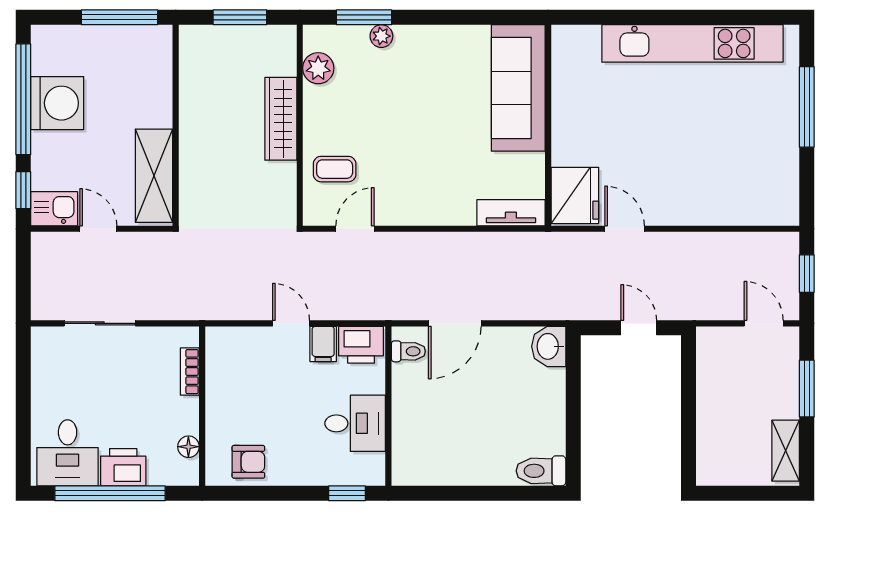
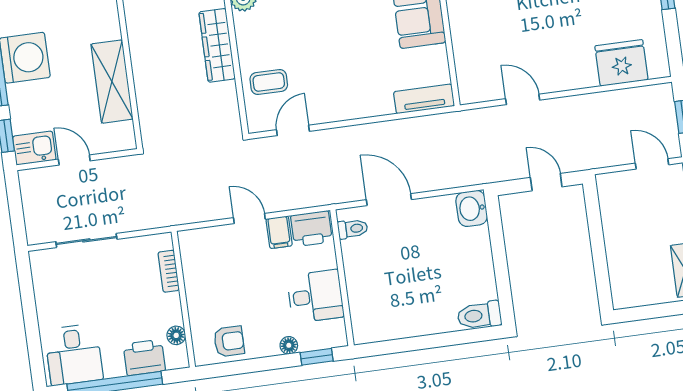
shelving: (154, 176) -> (112, 82), moved
fridge: (575, 195) -> (621, 63), moved, turned -90
door: (455, 323) -> (389, 200), swing flipped
printer: (123, 467) -> (144, 357), moved
floor lamp: (317, 476) -> (289, 345), added

